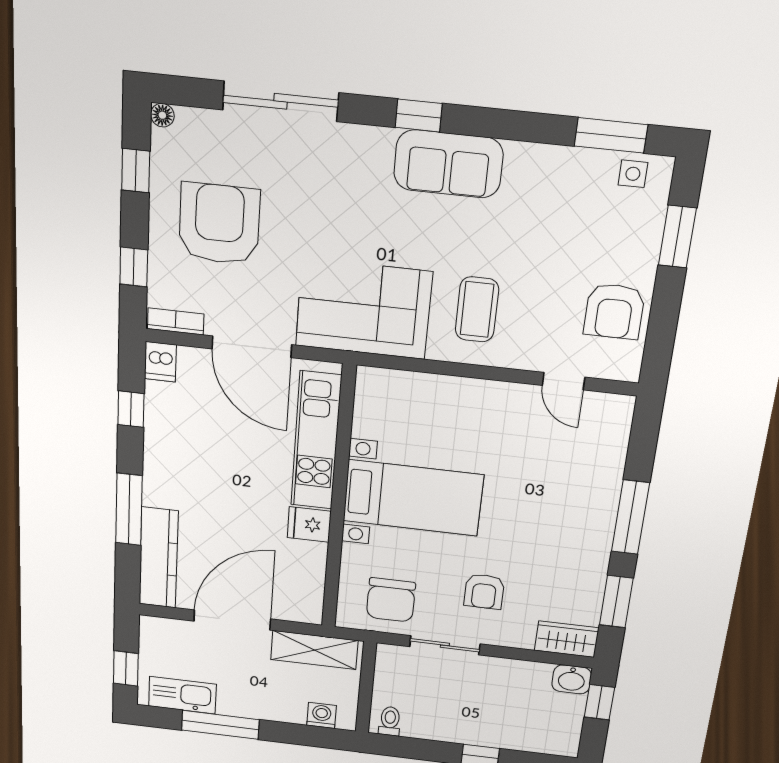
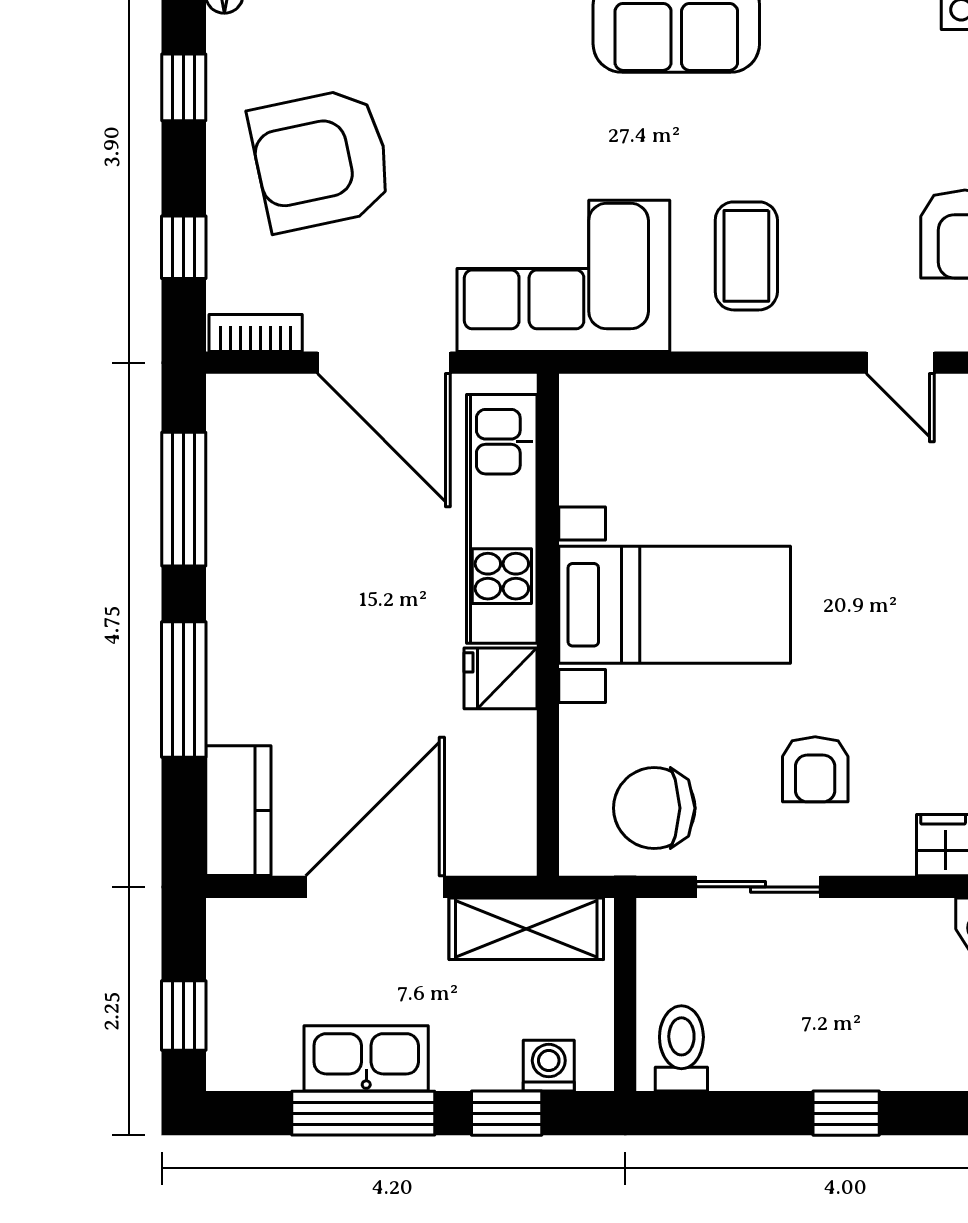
armchair: (219, 224) -> (321, 160), turned -102
dishwasher: (160, 362) -> (232, 407), removed
window: (131, 409) -> (184, 499), width x2.17
kitchen counter: (159, 558) -> (238, 811), width x0.67
chair: (391, 600) -> (654, 808), turned 90
kitchen sink: (182, 695) -> (366, 1058), moved
toilet: (390, 721) -> (681, 1048), width x1.37, depth x1.39
window: (297, 734) -> (507, 1113), added

